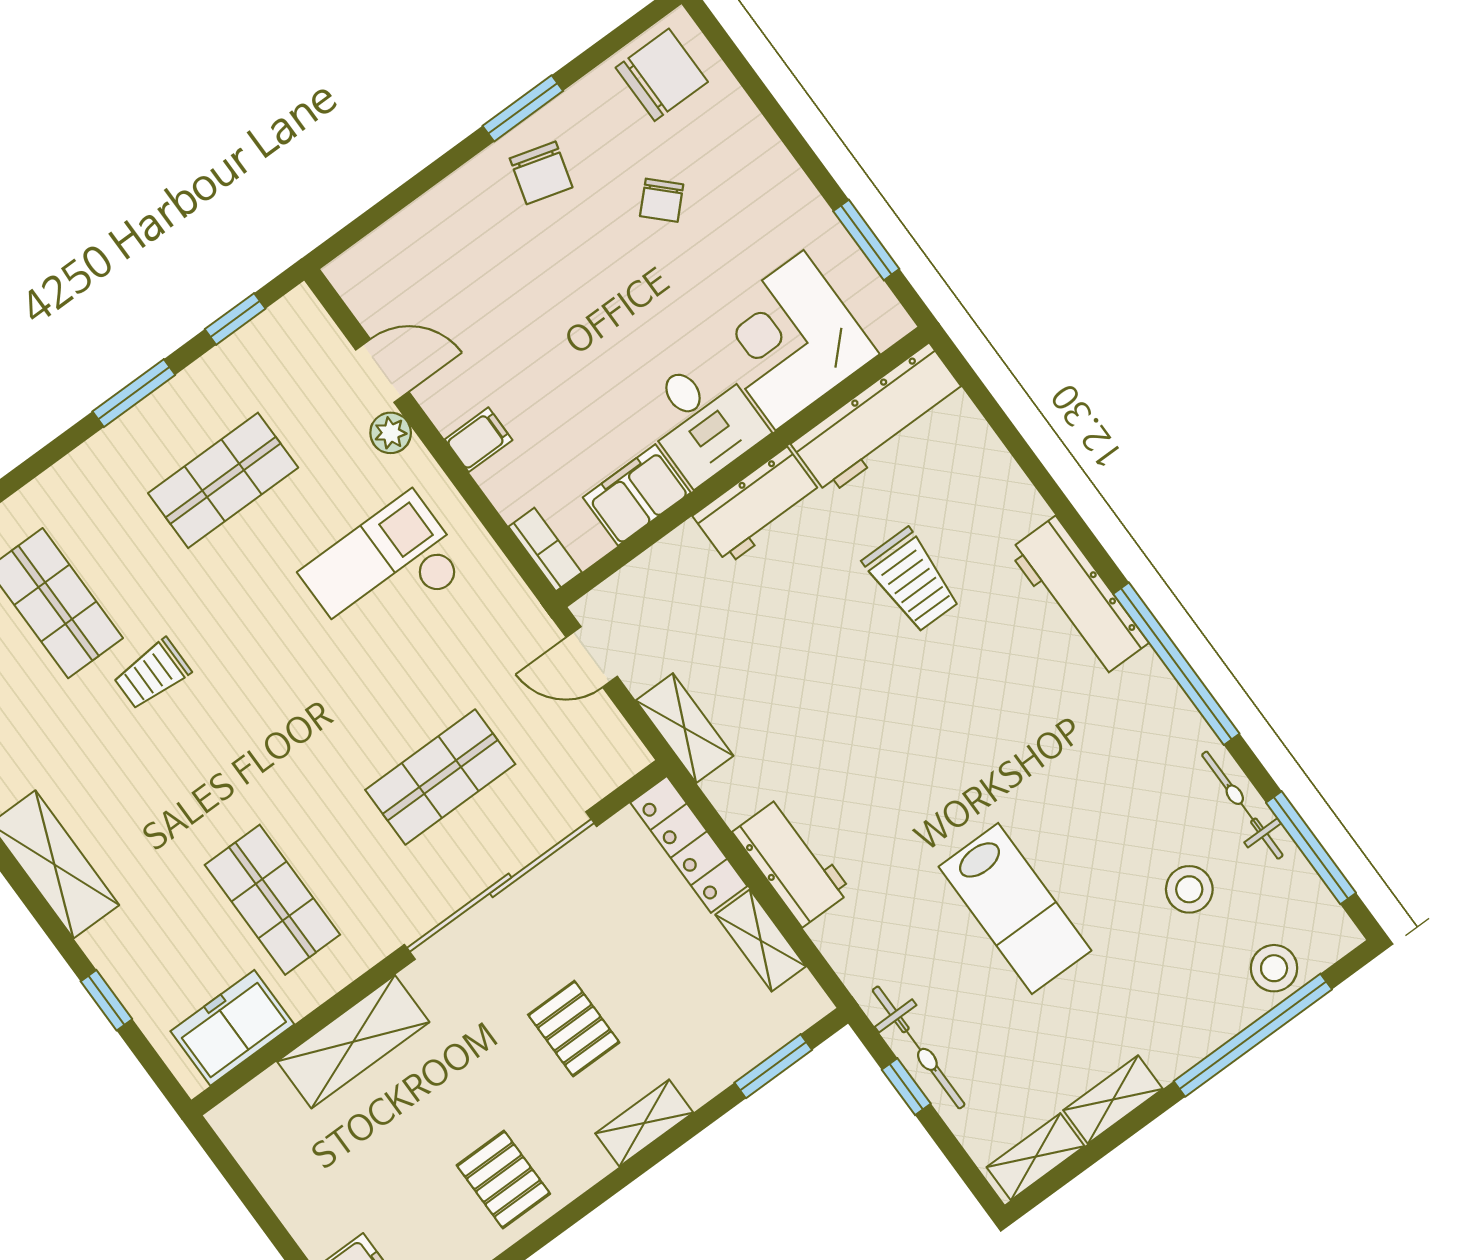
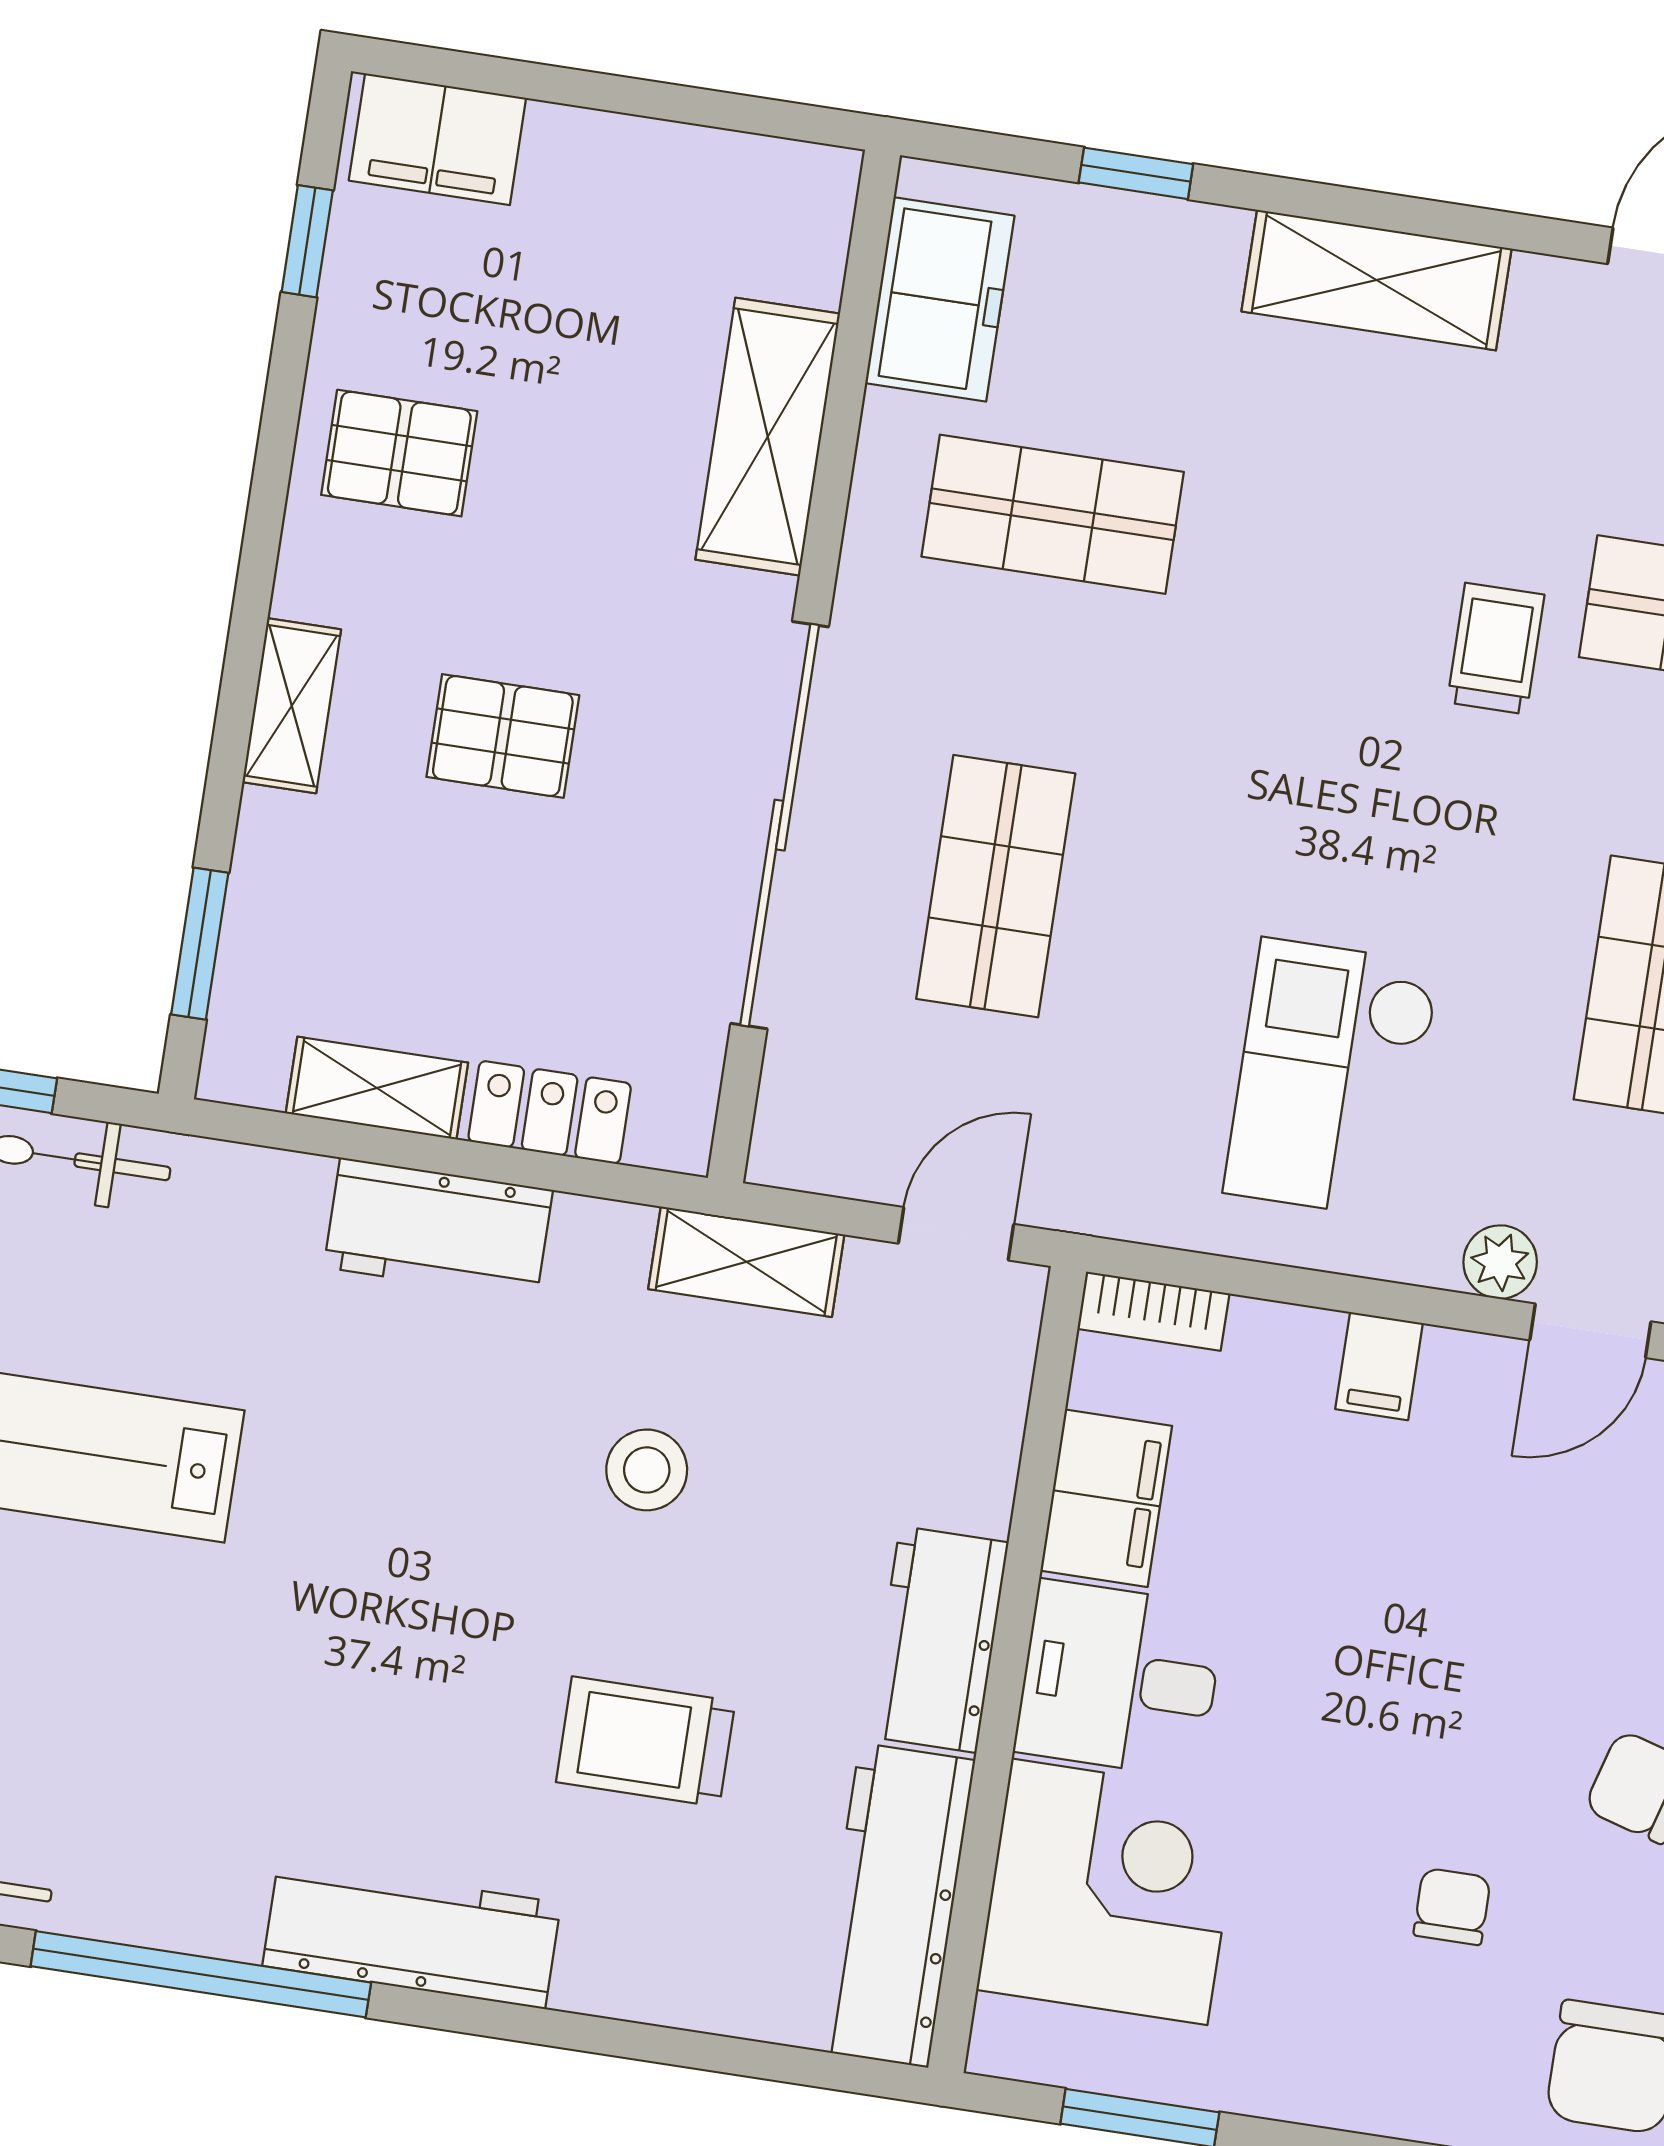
chair: (662, 200) -> (1452, 1906), turned 45
checkout: (384, 570) -> (1332, 1078), turned 180
stool: (805, 686) -> (647, 1470), added
locker: (689, 844) -> (550, 1112), width x0.66

